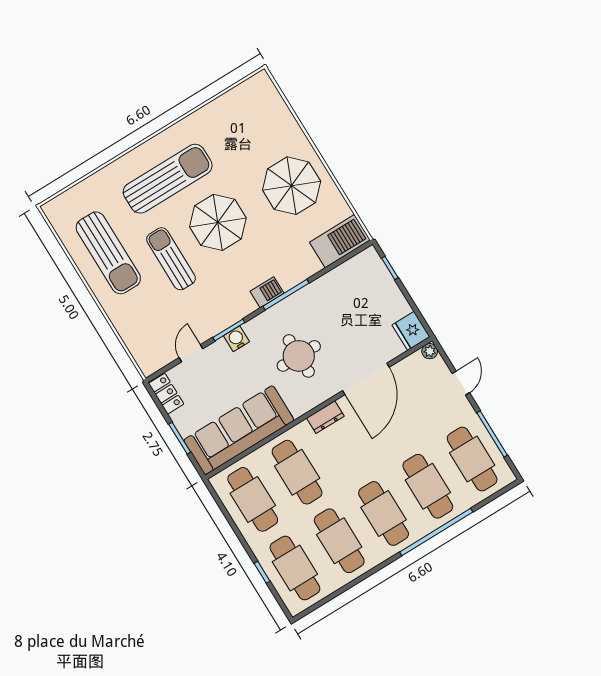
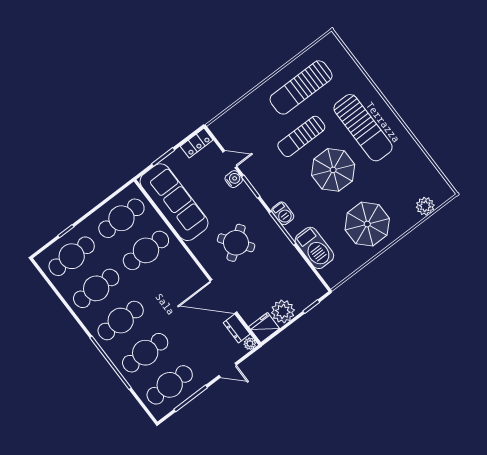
plant: (276, 109) -> (425, 206), added
barbecue: (340, 241) -> (314, 248), moved
sun lounger: (171, 259) -> (301, 136), turned 180
plant: (393, 305) -> (283, 311), added
water cooler: (237, 339) -> (234, 179), moved
round table: (299, 356) -> (236, 243), turned -36
dresser: (325, 417) -> (237, 328), moved

